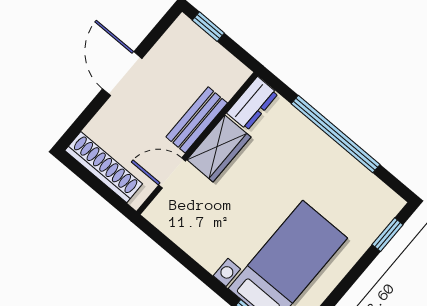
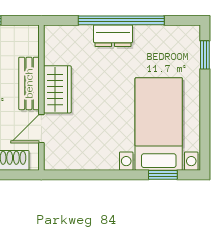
dresser: (252, 103) -> (113, 36), moved, turned 90

